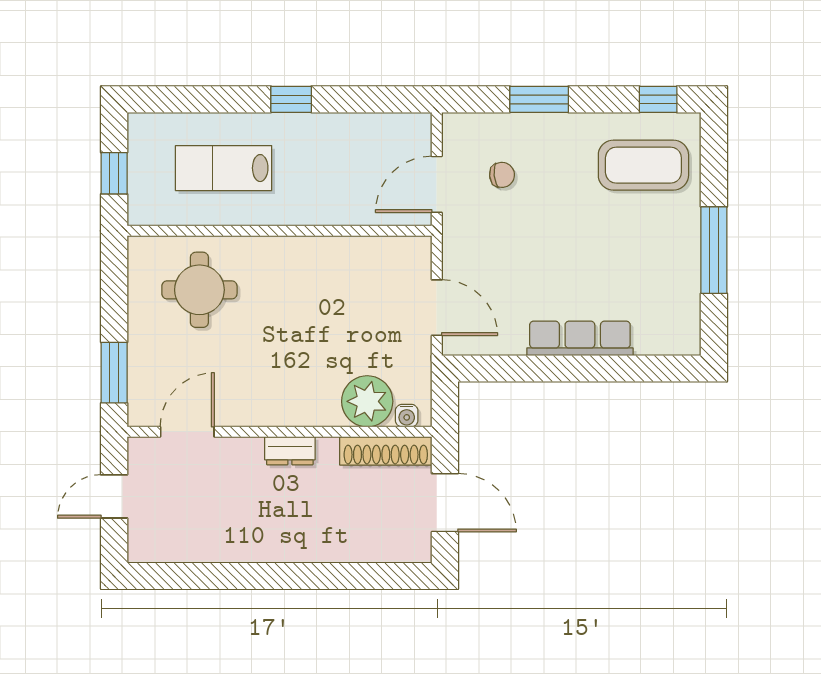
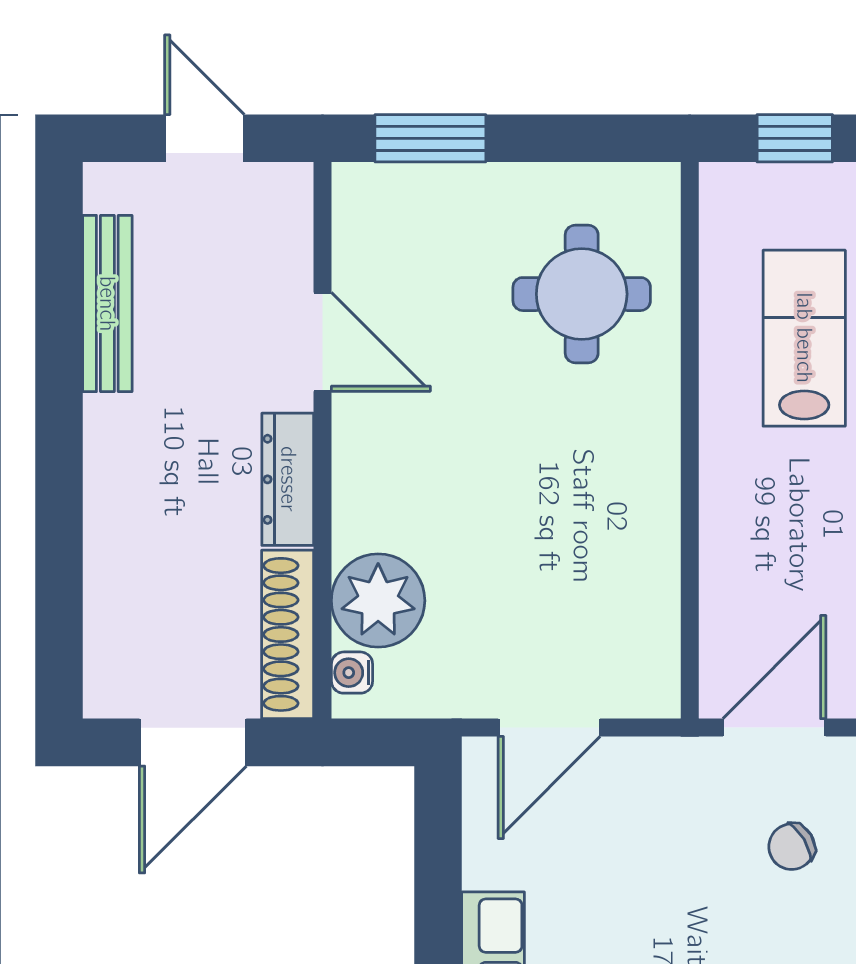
chair: (502, 175) -> (792, 847), turned 65
door: (437, 184) -> (774, 728), hinge flipped
door: (187, 432) -> (322, 342), moved
dresser: (290, 451) -> (288, 479), width x1.44
bench: (205, 550) -> (107, 304), added

